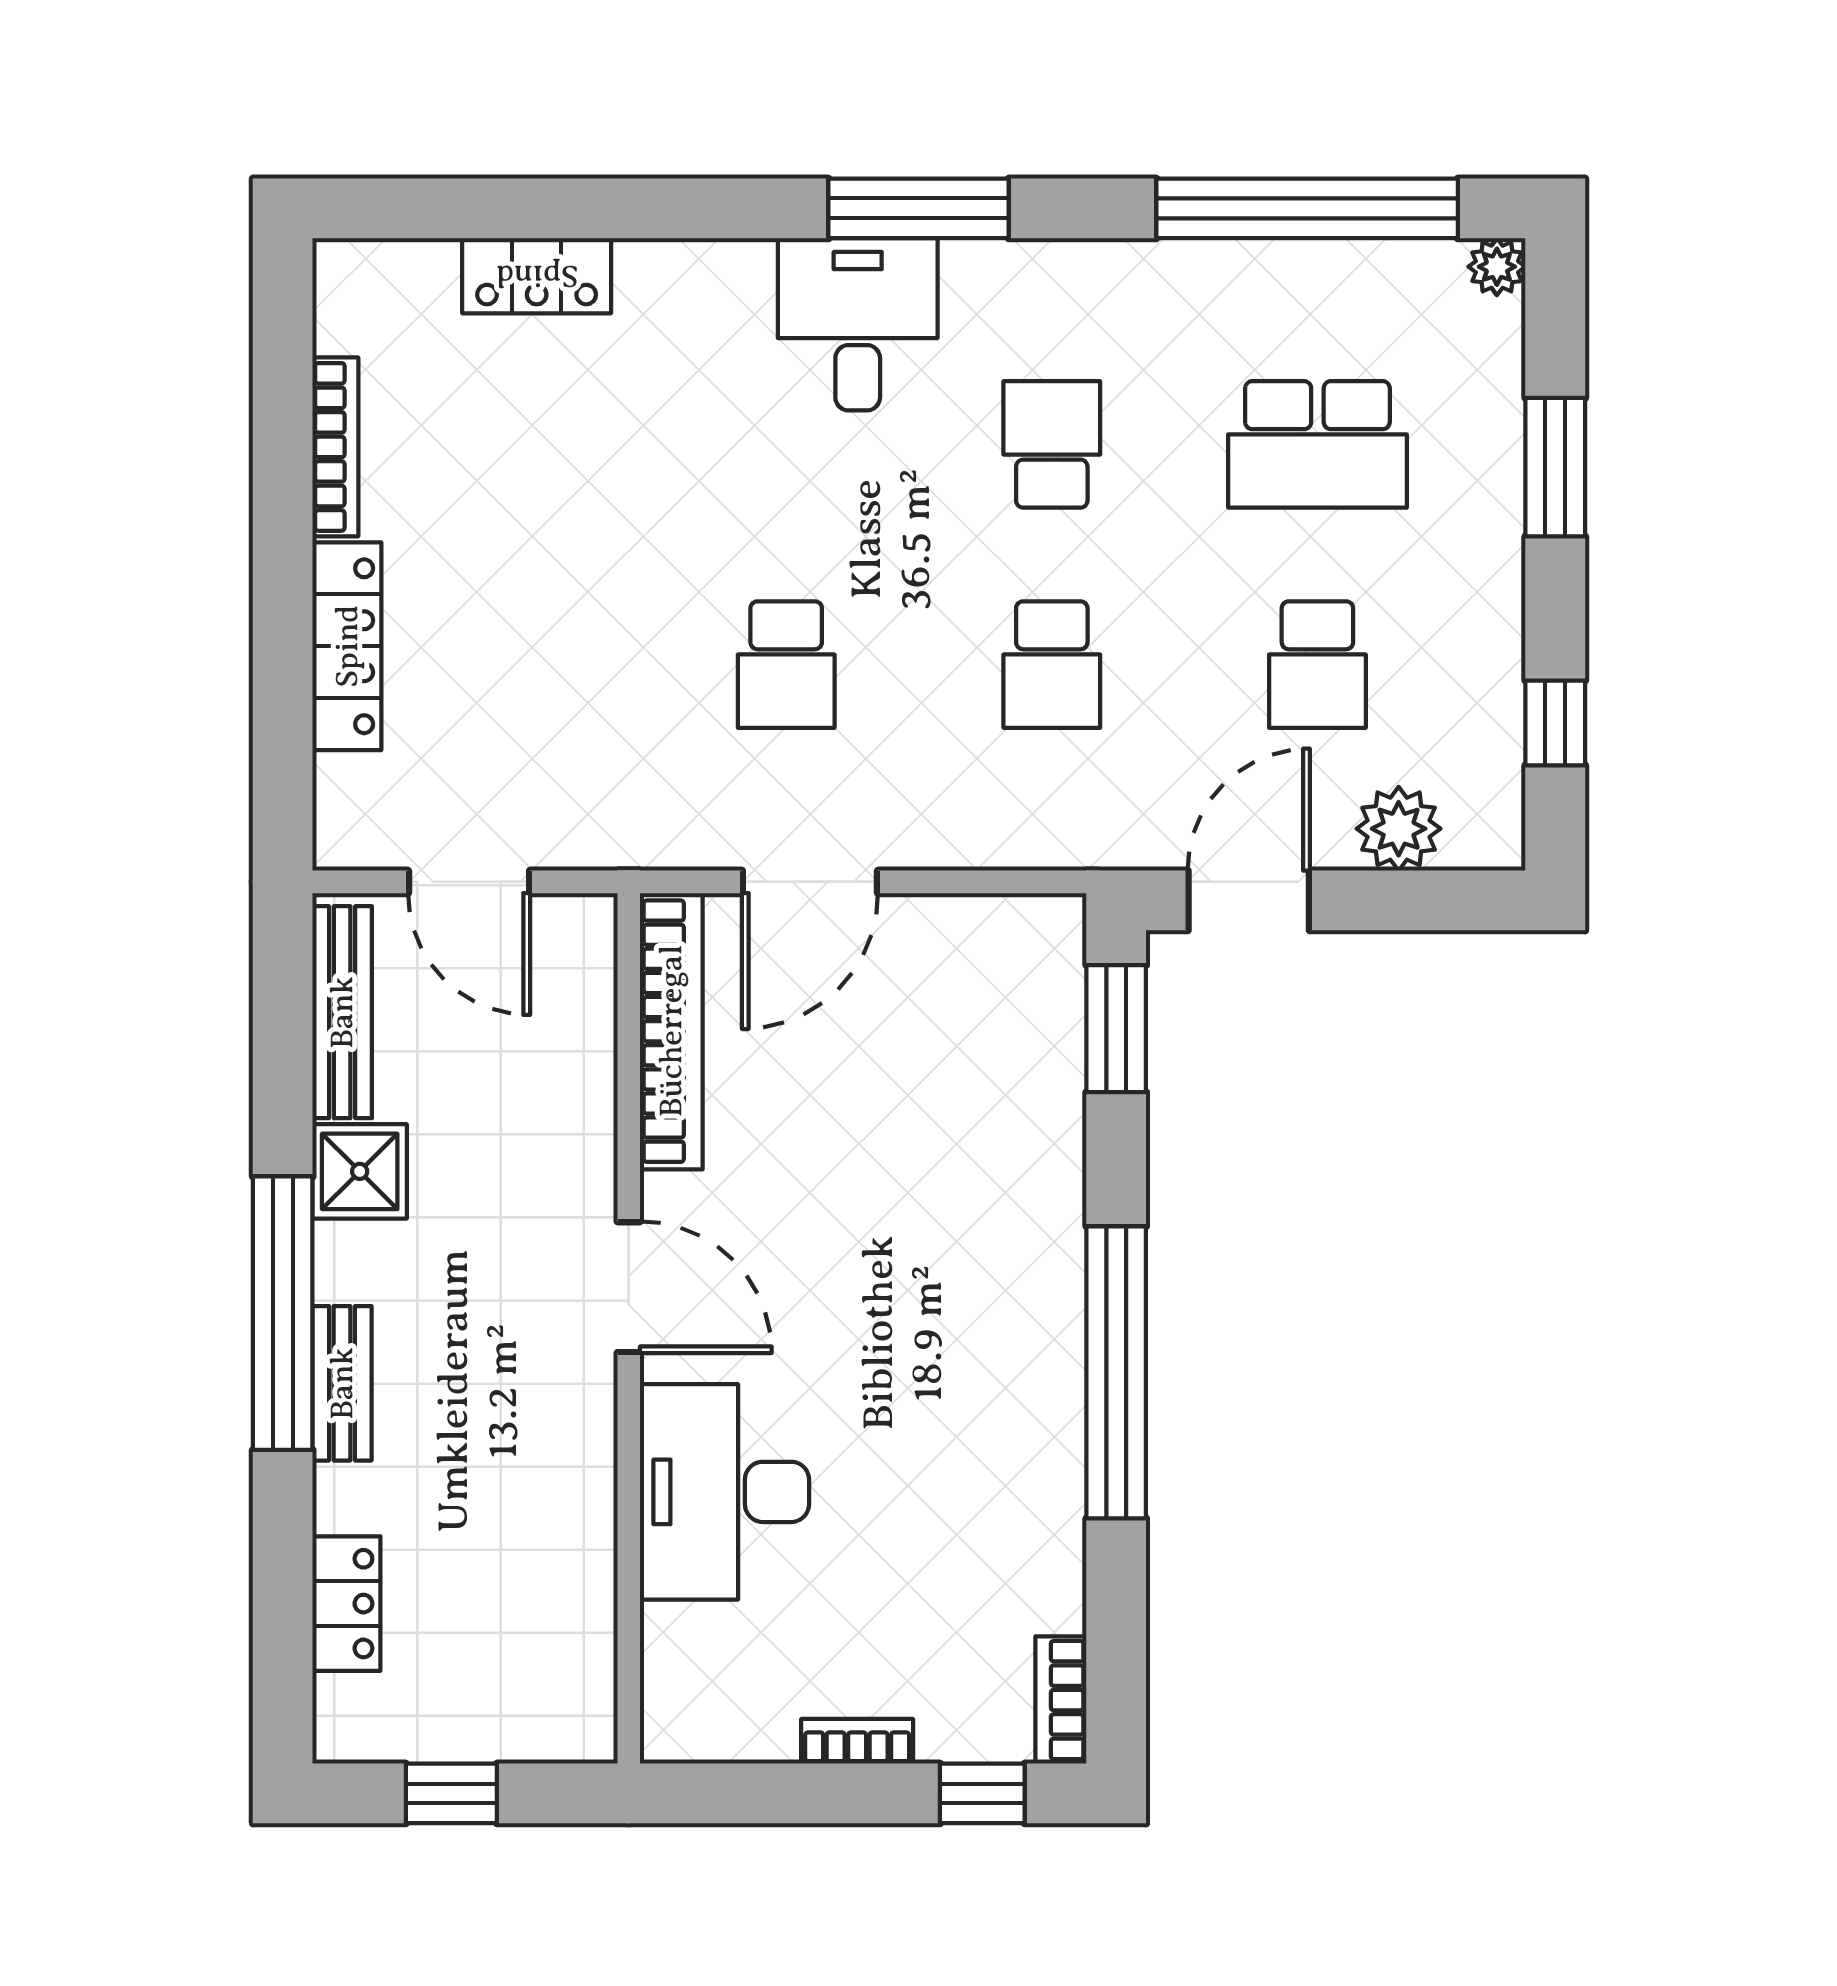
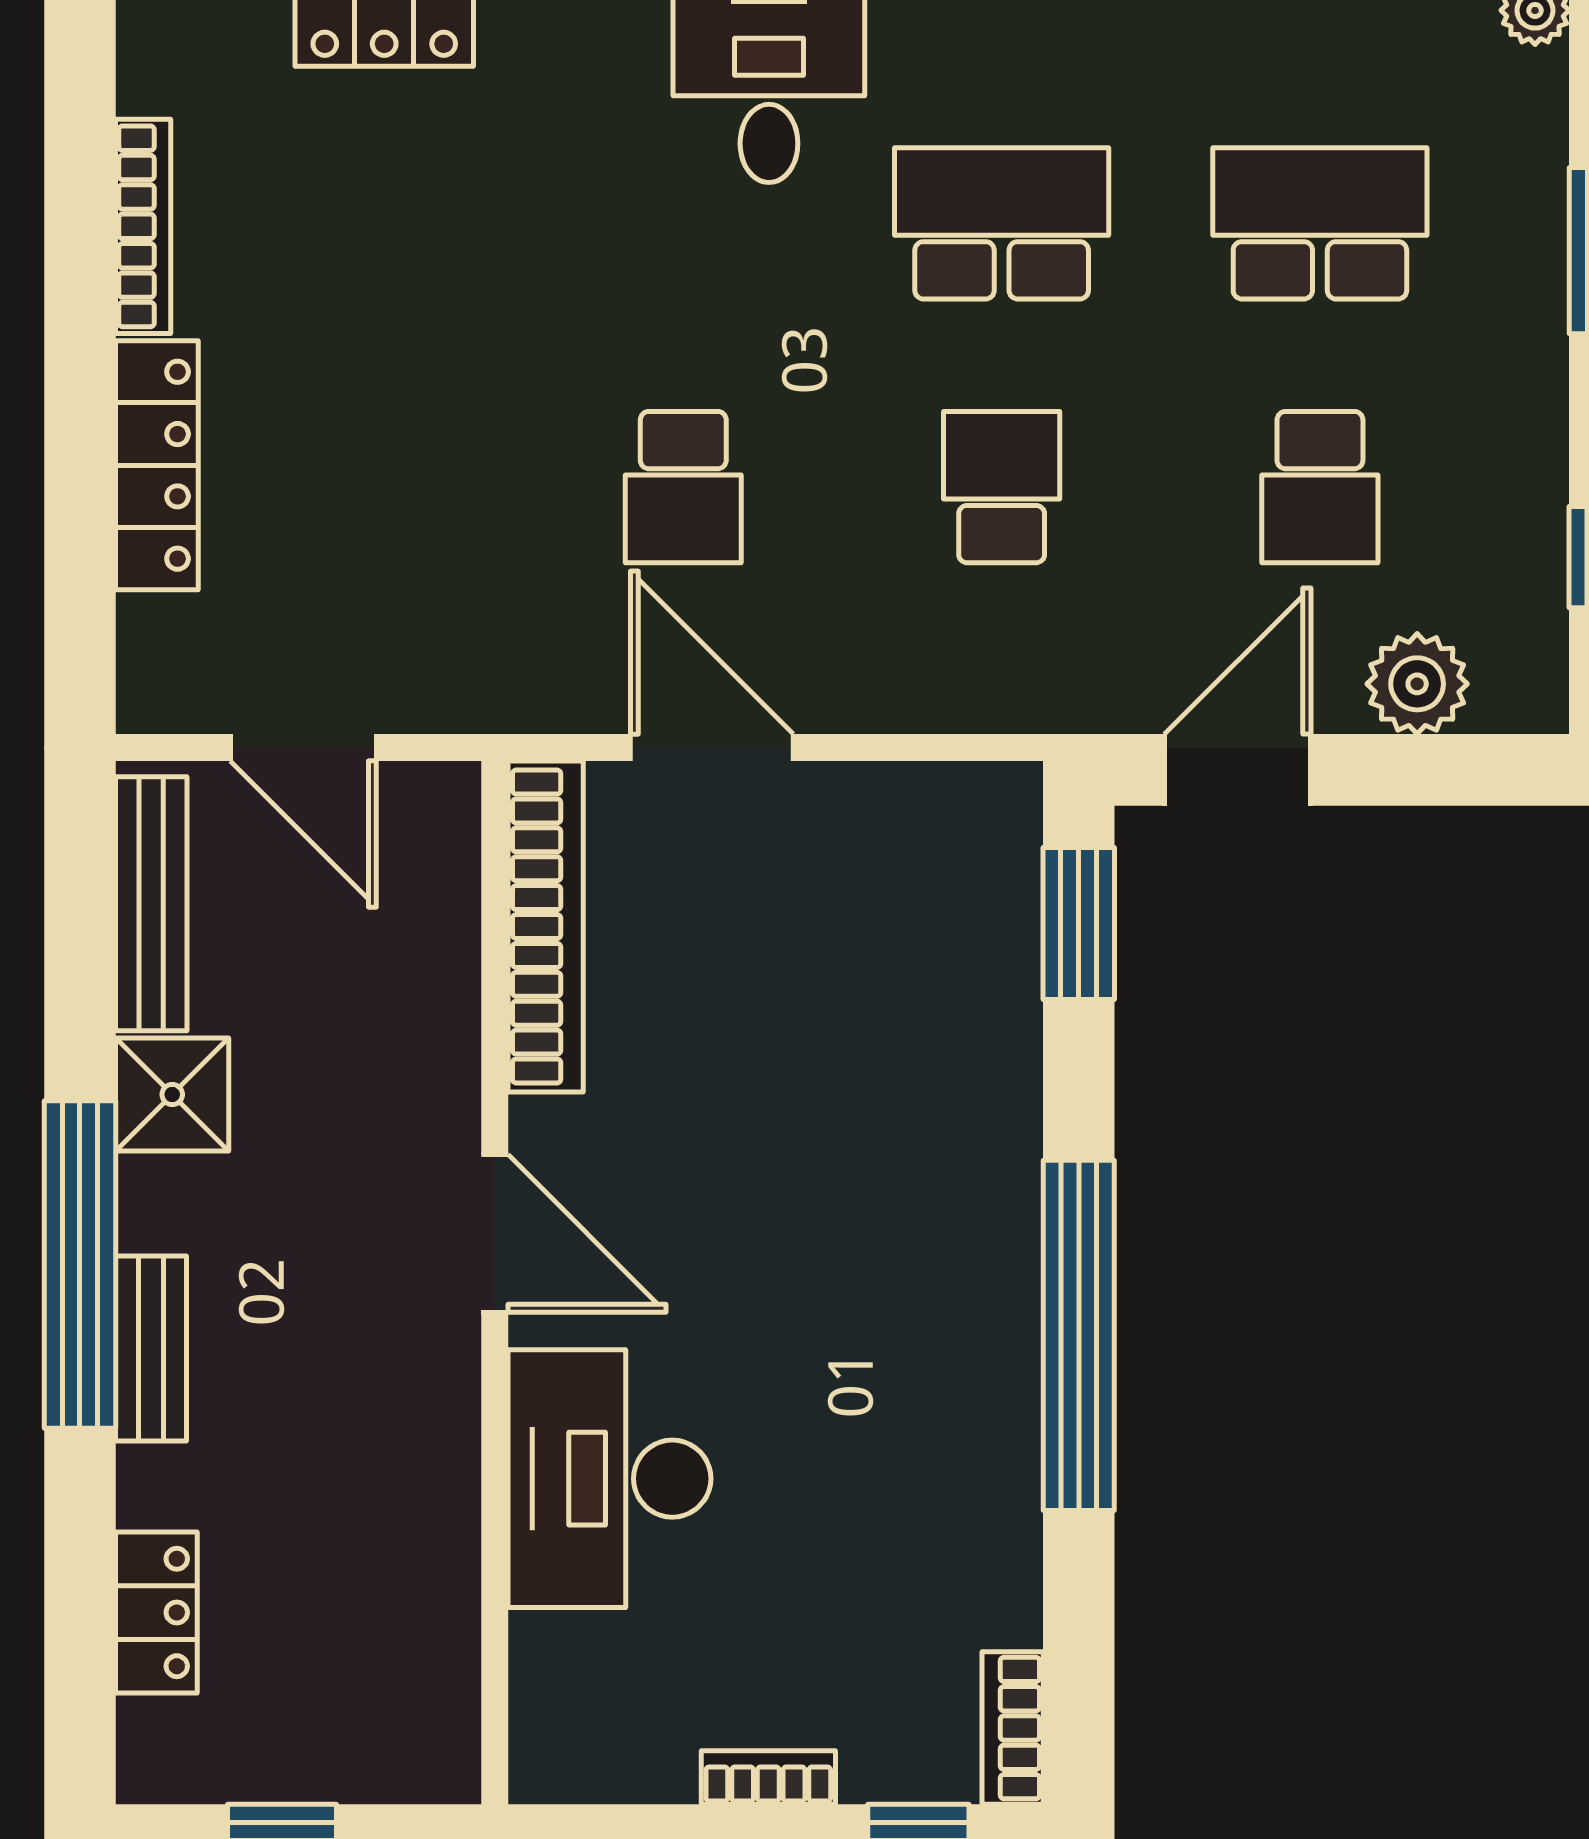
school desk: (1052, 444) -> (1002, 223), width x1.85
school desk: (1317, 444) -> (1320, 223), turned 180
school desk: (1052, 665) -> (1002, 487), turned 180
door: (810, 882) -> (712, 748), swing flipped

